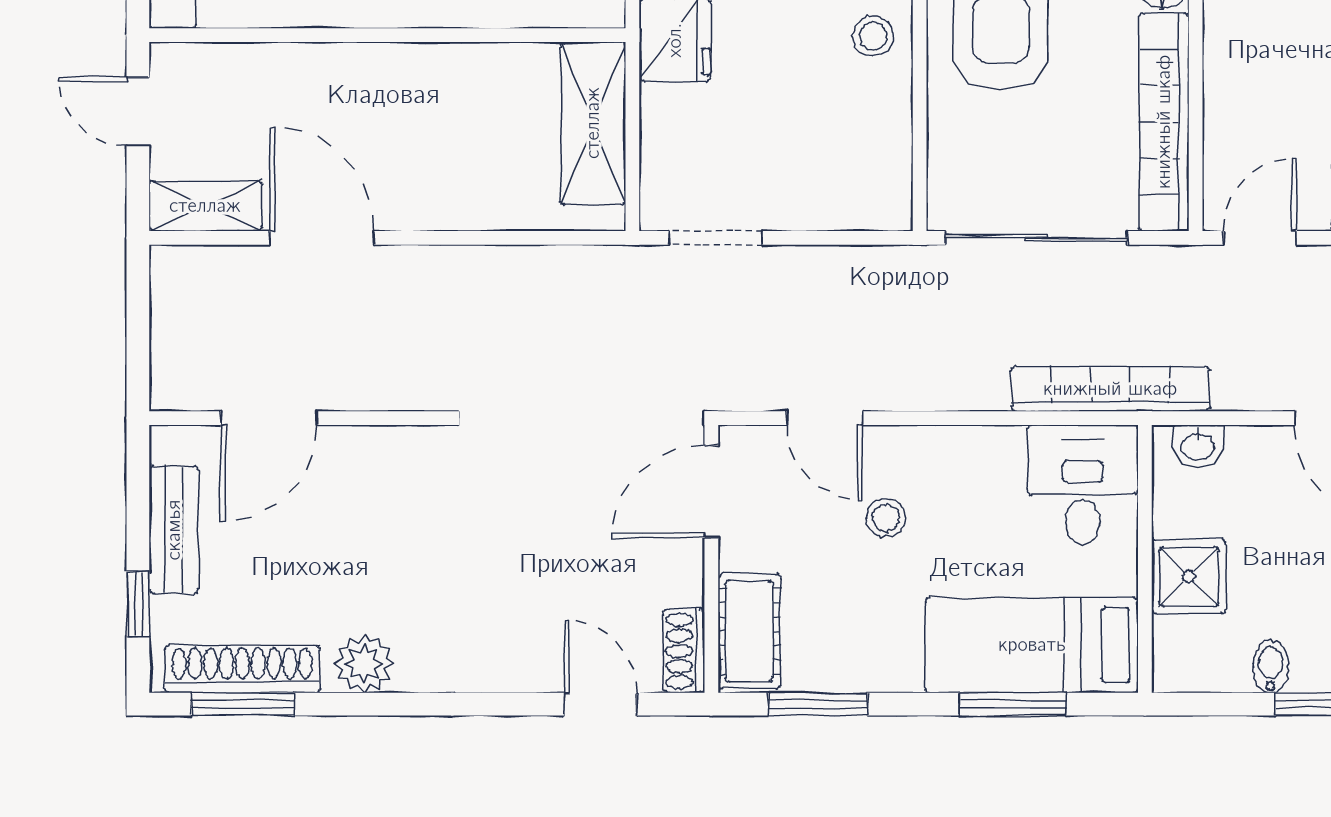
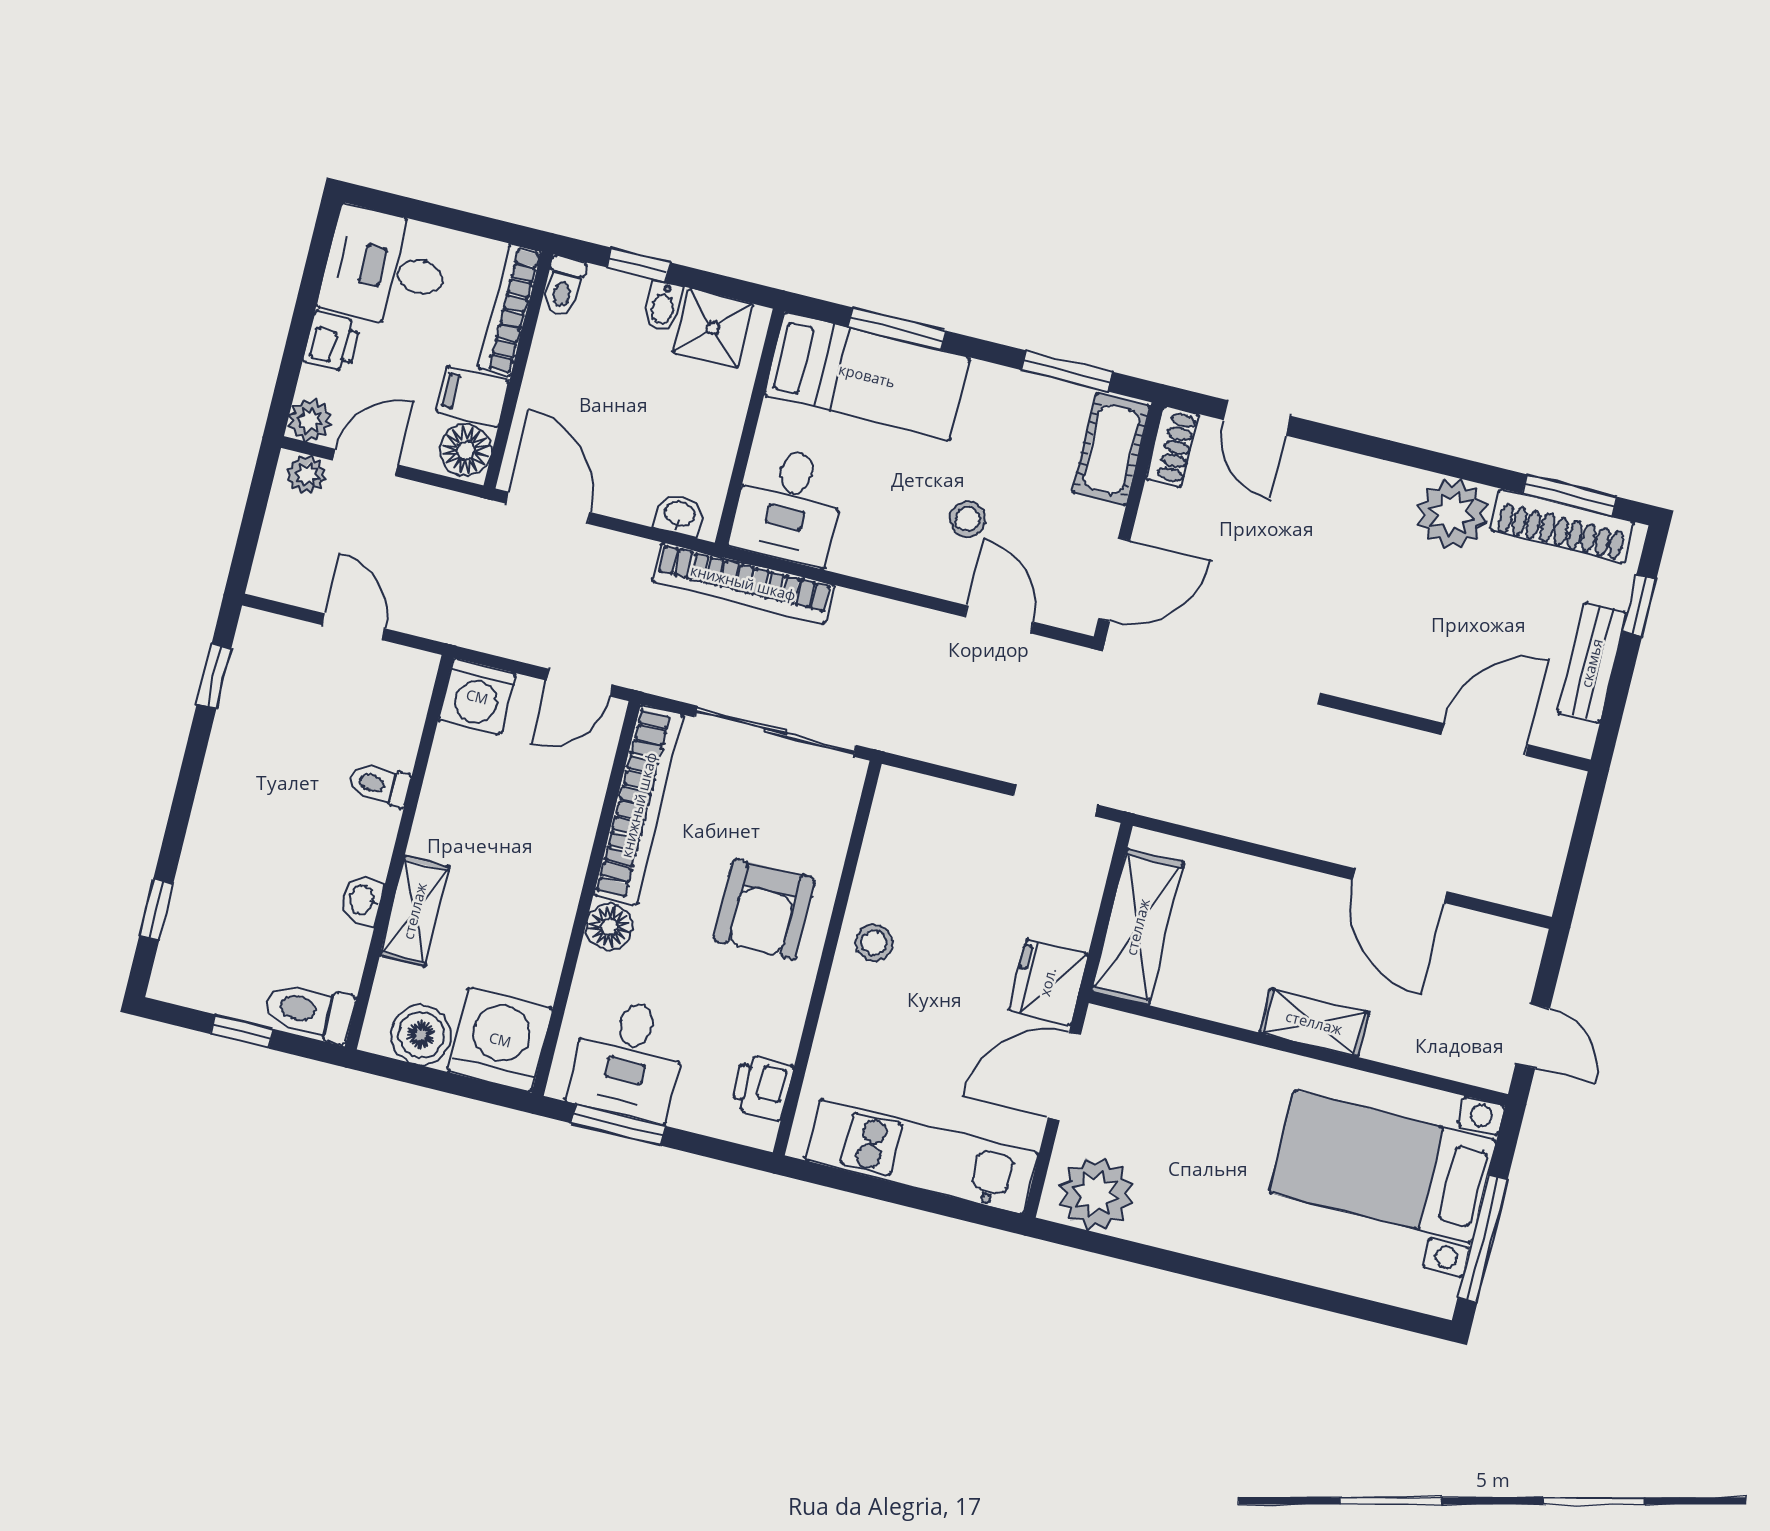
shelving: (205, 206) -> (1314, 1023), moved
shower: (1189, 577) -> (713, 328), moved
plant: (364, 664) -> (1452, 514), width x1.36, depth x1.36

